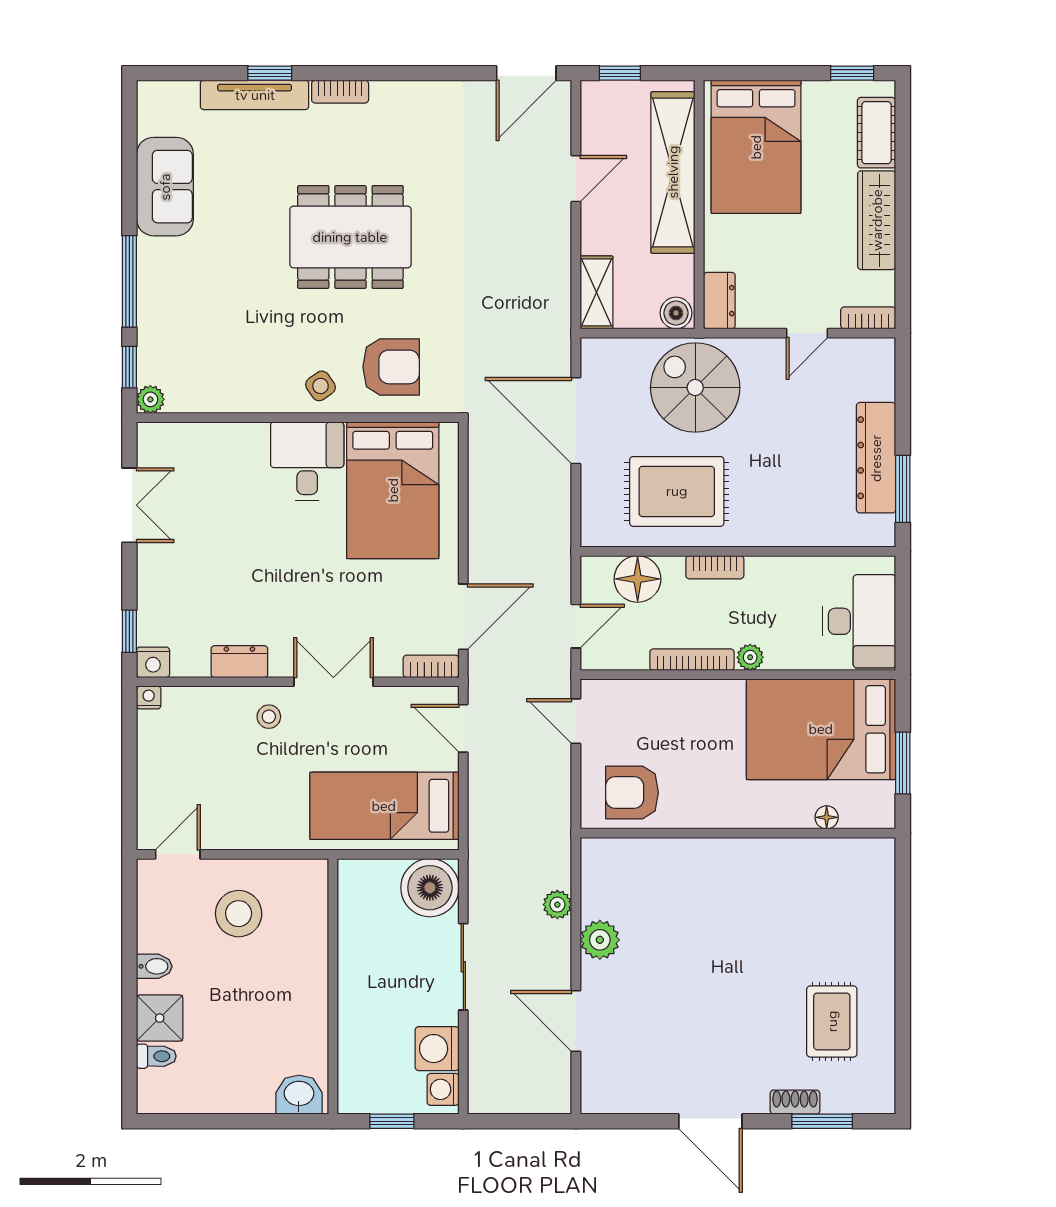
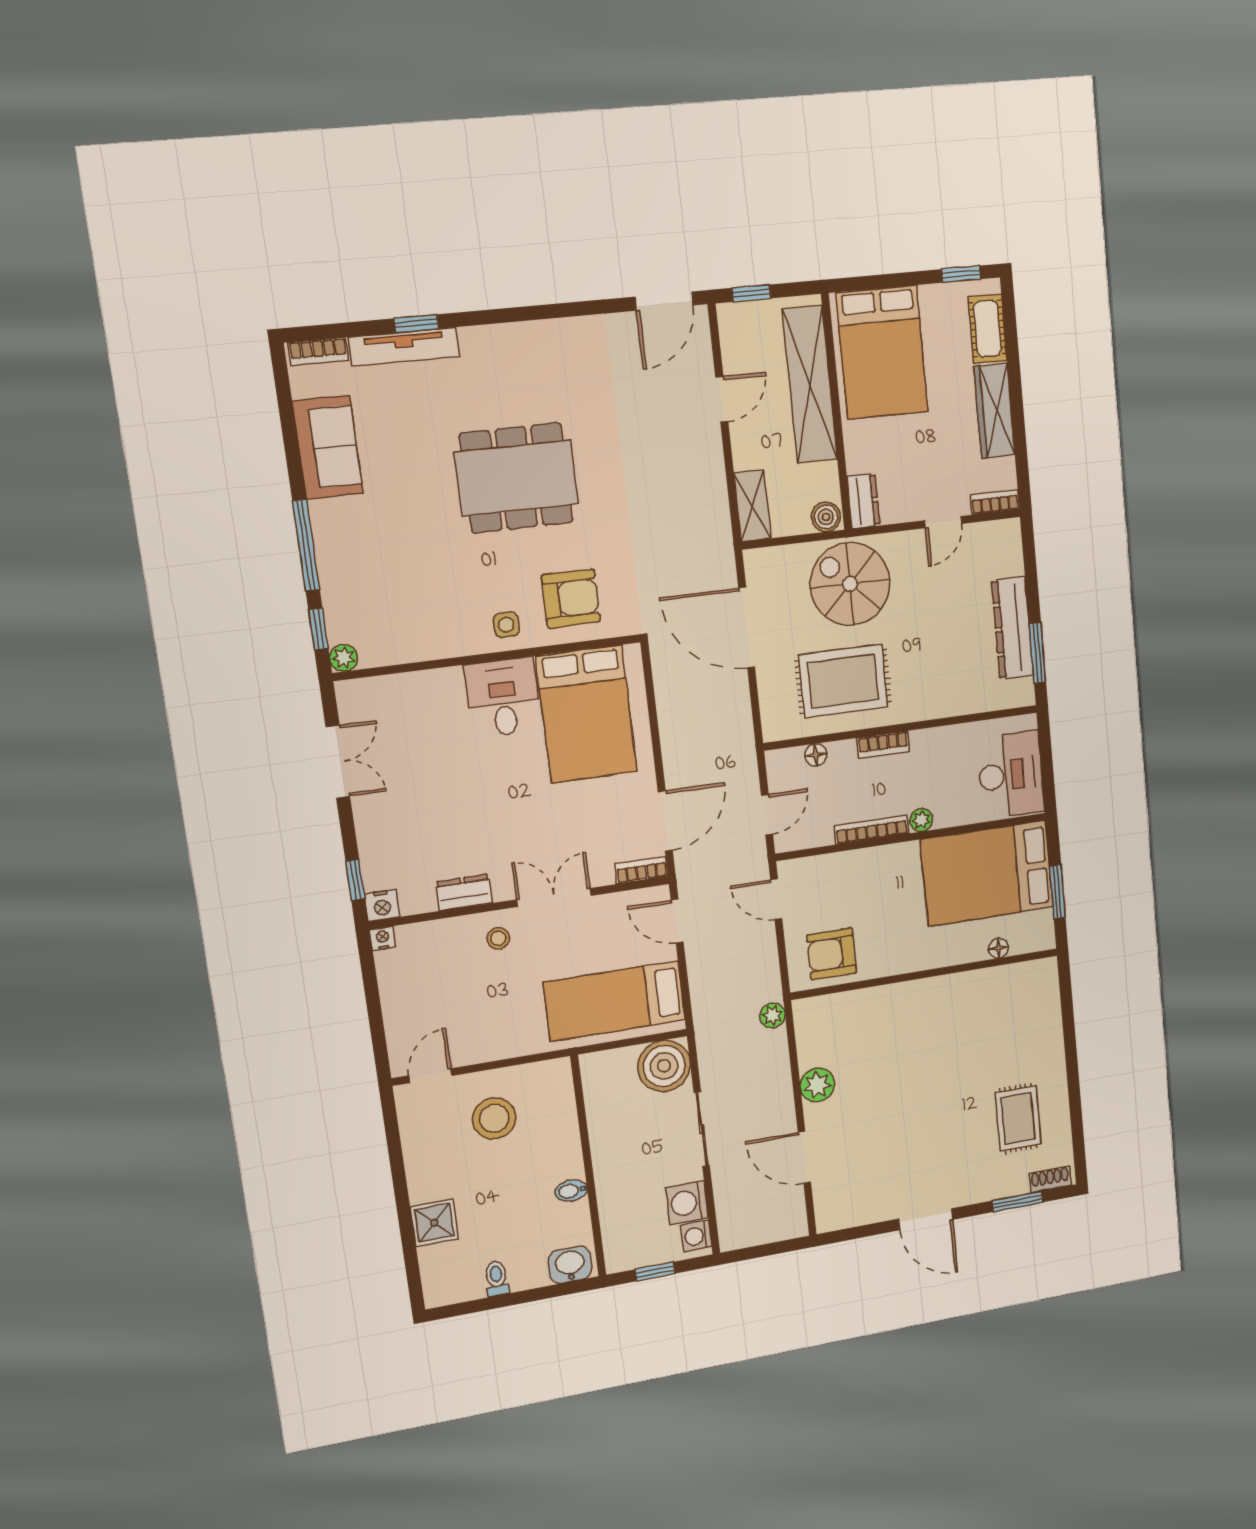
bookcase: (340, 92) -> (318, 351), moved
side table: (320, 386) -> (506, 625), turned 35
floor lamp: (638, 579) -> (816, 755), width x0.53, depth x0.53
plant: (557, 905) -> (773, 1015), moved
bidet: (154, 966) -> (571, 1191), moved, turned 180
toilet: (156, 1056) -> (497, 1279), moved, turned -90
shoe rack: (795, 1102) -> (1050, 1179), moved

